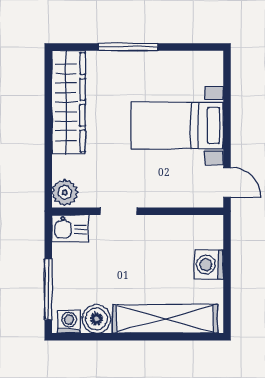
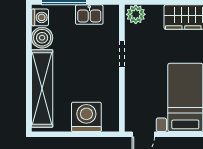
kitchen sink: (70, 228) -> (89, 15), moved, turned -90
washing machine: (209, 264) -> (86, 117), width x1.37, depth x1.37

